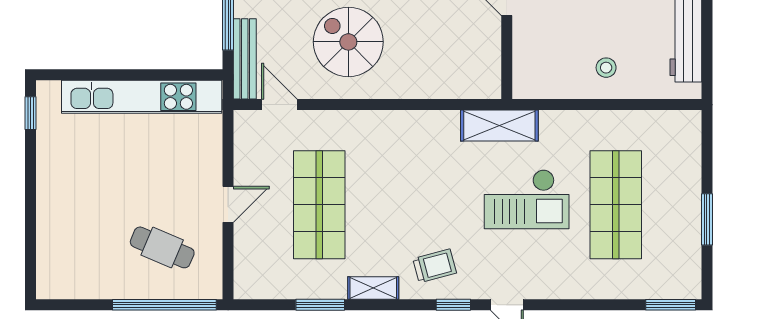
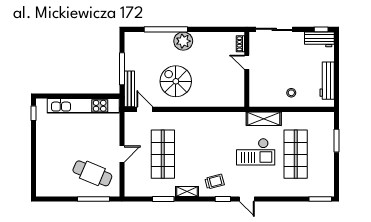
shelving: (499, 126) -> (264, 119), moved
window: (707, 219) -> (336, 141), moved
cafe table: (162, 247) -> (92, 173), width x1.37, depth x1.35
window: (164, 305) -> (93, 199), width x0.68

